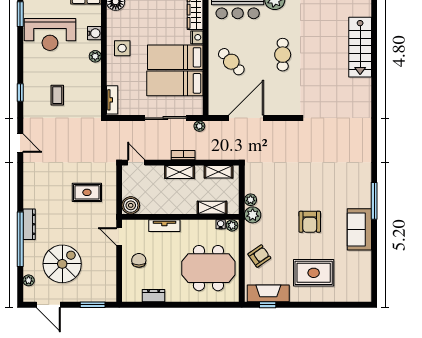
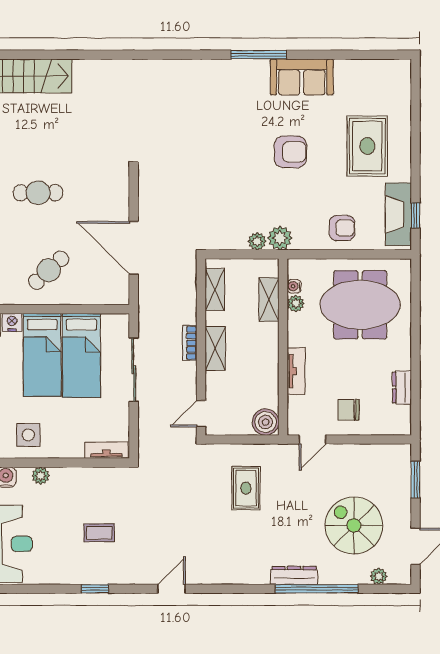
plant: (199, 126) -> (146, 318), removed
plant: (232, 225) -> (296, 303), moved
armchair: (259, 256) -> (342, 228), turned 125
meeting table: (208, 268) -> (360, 305), turned 90

